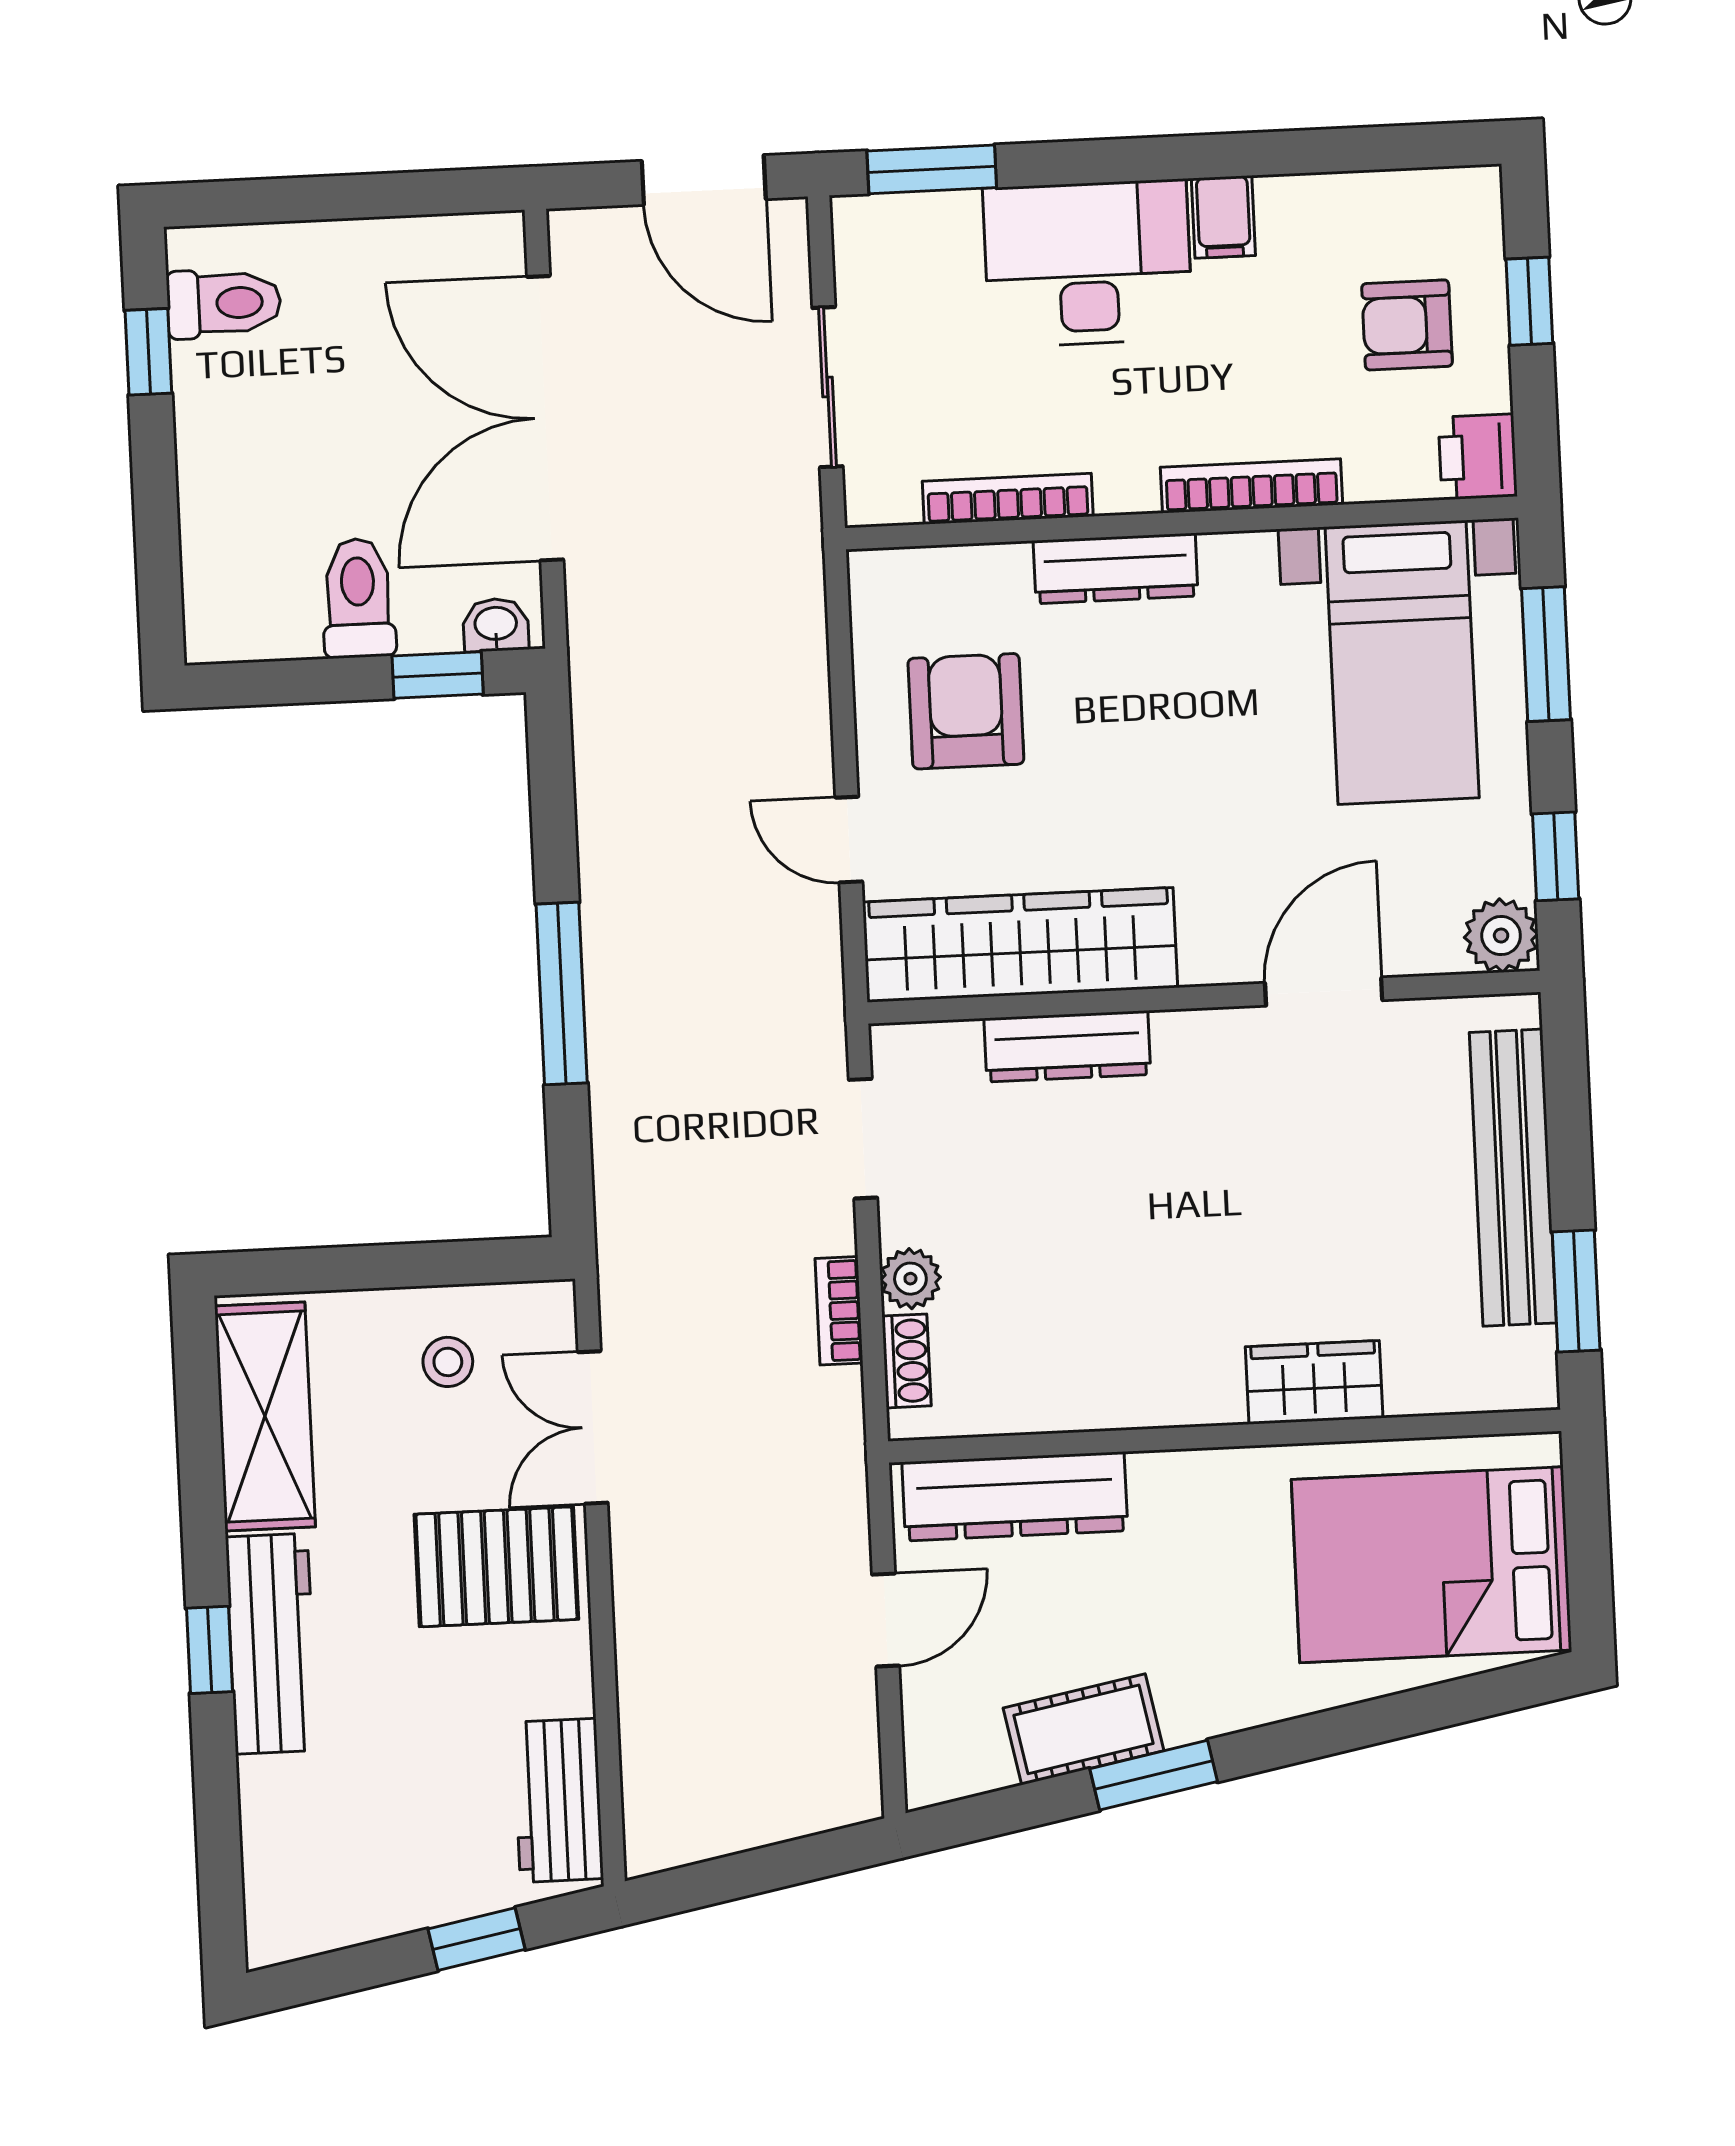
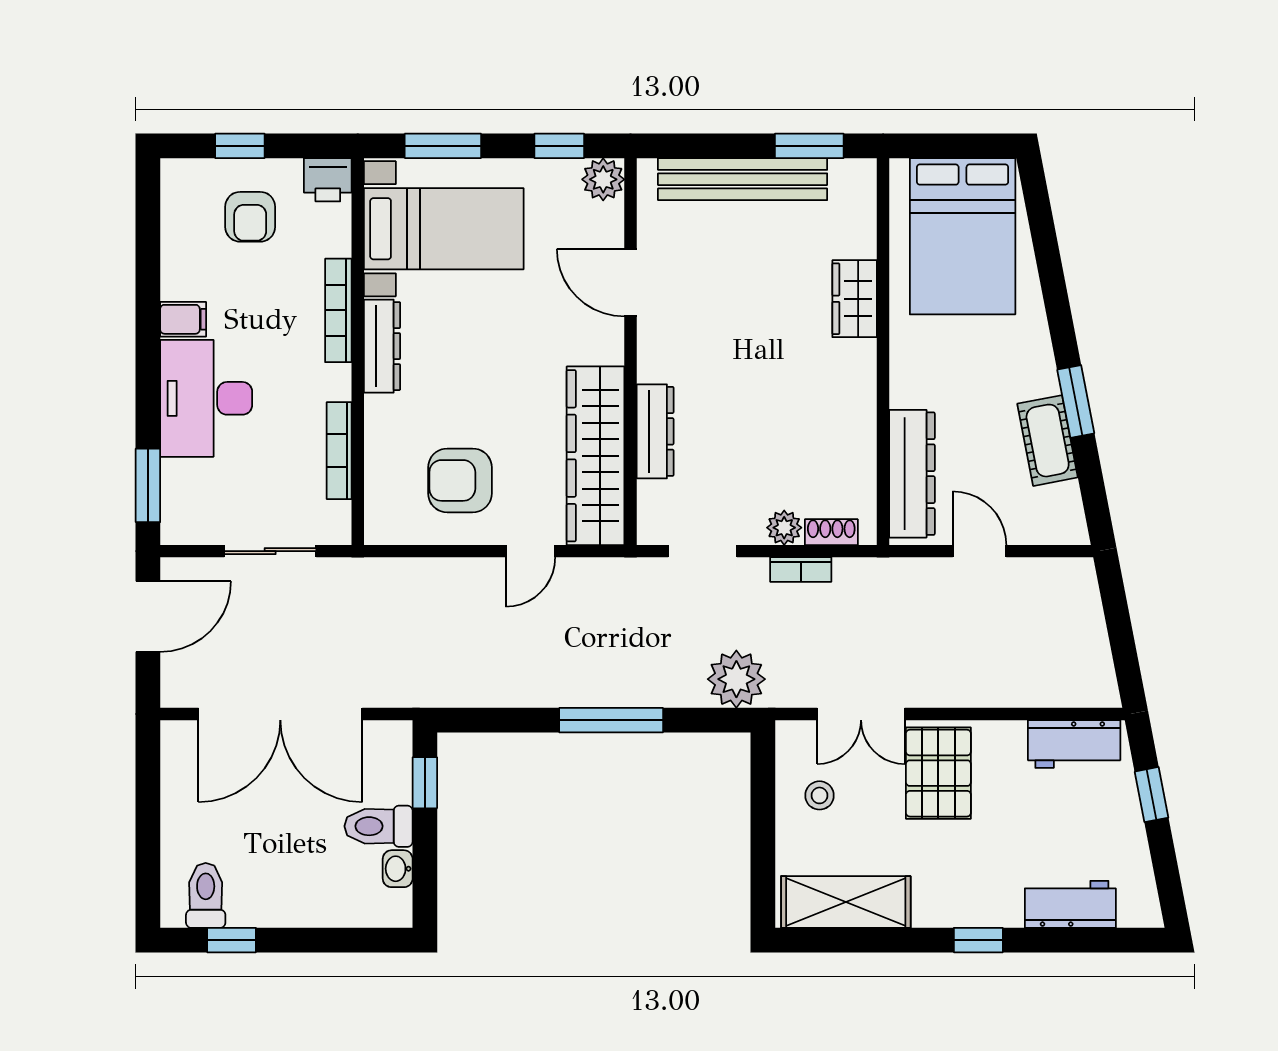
dresser: (1116, 568) -> (382, 346), moved
washbasin: (496, 625) -> (398, 869), moved
plant: (643, 1208) -> (736, 679), added
workbench: (271, 1644) -> (1070, 904), moved, width x0.73

